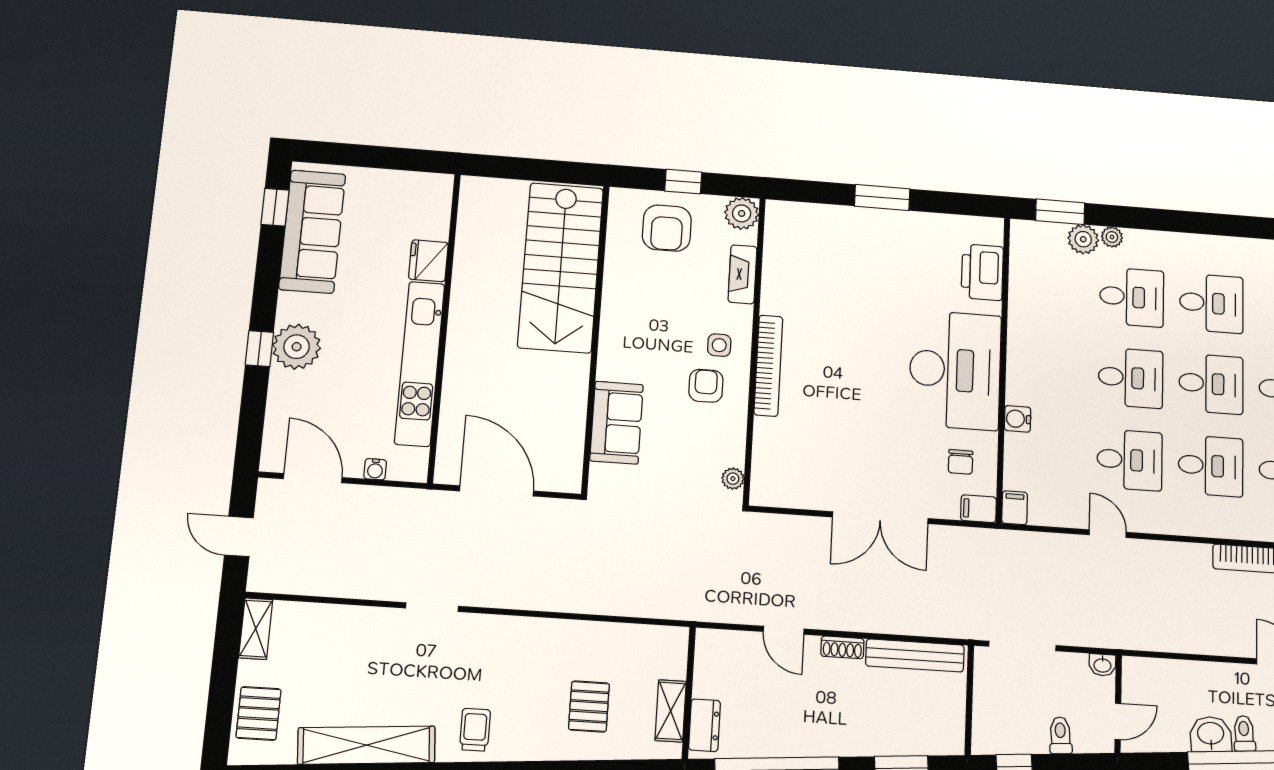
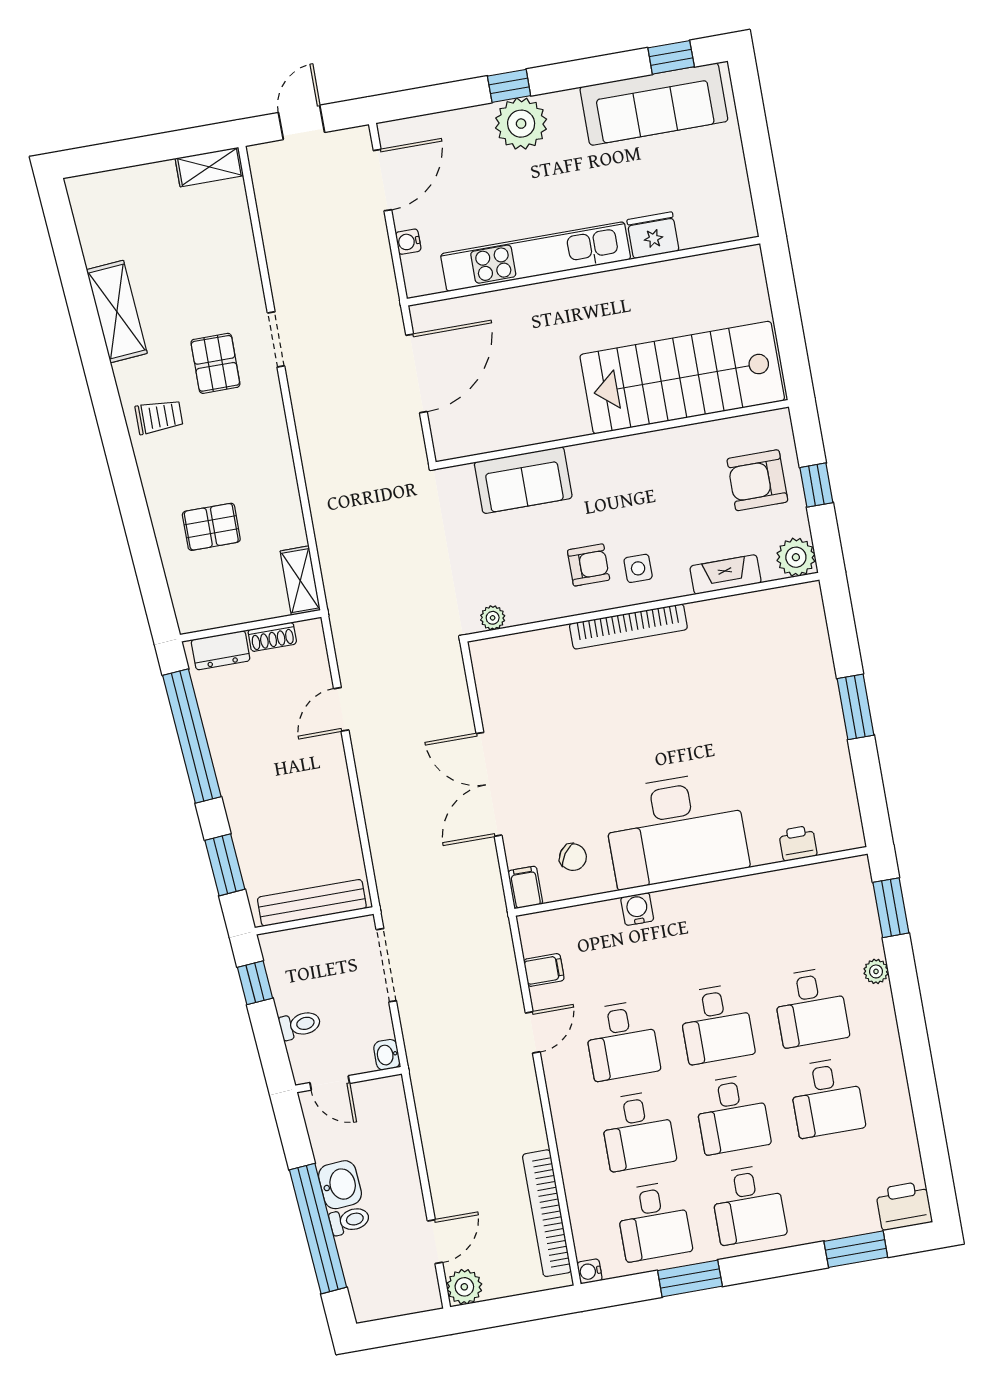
plant: (1083, 239) -> (865, 940), removed
printer: (982, 272) -> (798, 843), width x0.53, depth x0.68
chair: (961, 462) -> (573, 857), turned -145
filing cabinet: (1015, 508) -> (544, 970), moved
shoe rack: (842, 647) -> (272, 637), moved, turned -90
bench: (915, 655) -> (312, 903), moved, turned 90
shelving: (671, 711) -> (300, 581), moved, turned 90
pallet: (259, 713) -> (215, 363), moved, turned 90
shelving: (366, 745) -> (117, 312), width x0.68

